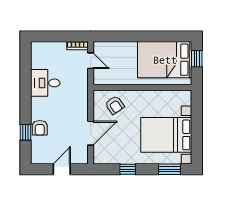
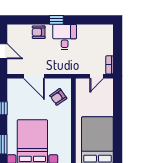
desk: (45, 83) -> (65, 37), moved
window: (26, 132) -> (56, 20), moved

